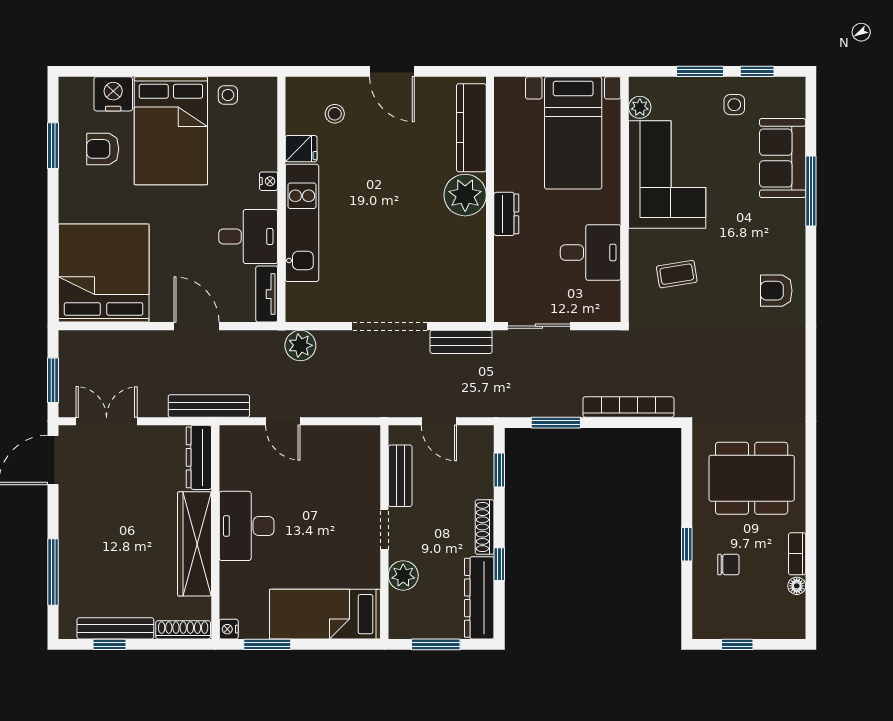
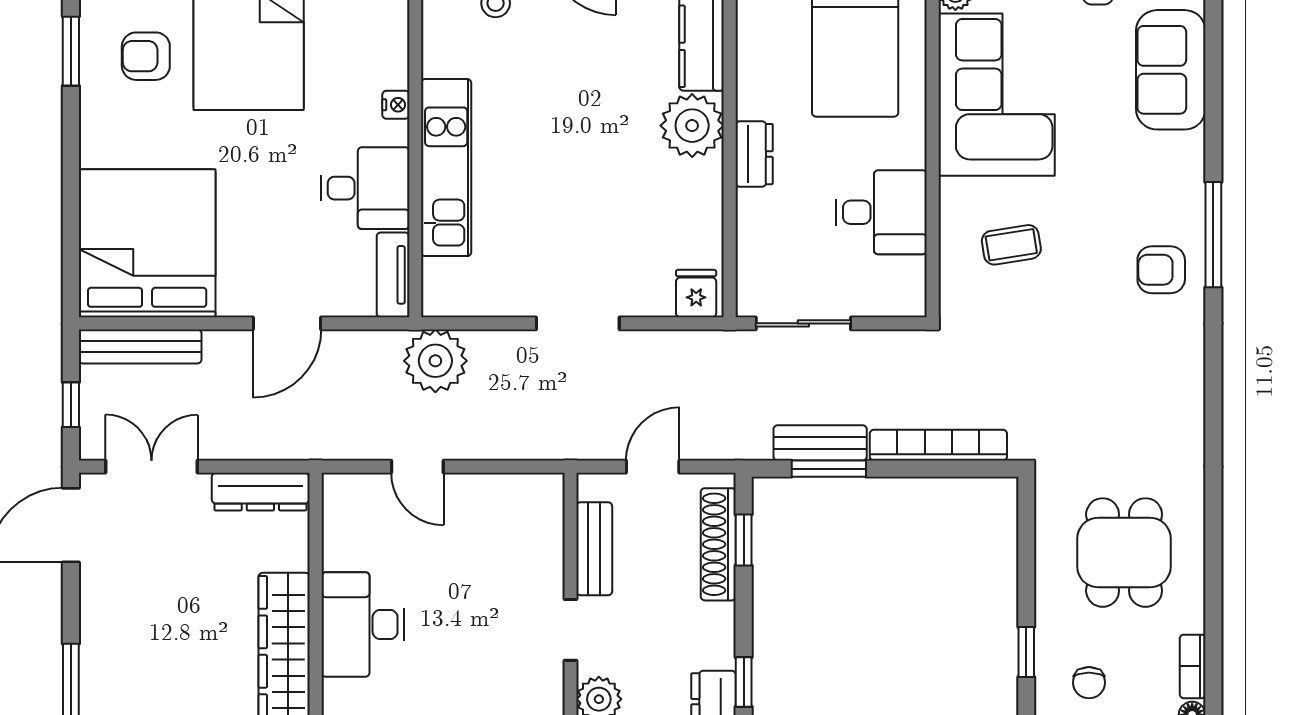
fridge: (301, 149) -> (696, 294), moved, turned -90
window: (811, 191) -> (1213, 235), moved
door: (196, 326) -> (287, 323), swing flipped
doorway: (389, 326) -> (578, 323), width x0.73
bench: (461, 342) -> (820, 443), moved
plant: (300, 345) -> (435, 361), width x1.36, depth x1.36
window: (53, 380) -> (71, 405), width x0.67
bench: (209, 406) -> (140, 346), moved
door: (439, 421) -> (653, 467), swing flipped
dresser: (199, 457) -> (260, 492), moved, turned -90
dining table: (752, 478) -> (1124, 553), width x0.73
shoe rack: (485, 527) -> (718, 544), moved, width x1.36, depth x1.24
chair: (728, 565) -> (1089, 683), turned 90

